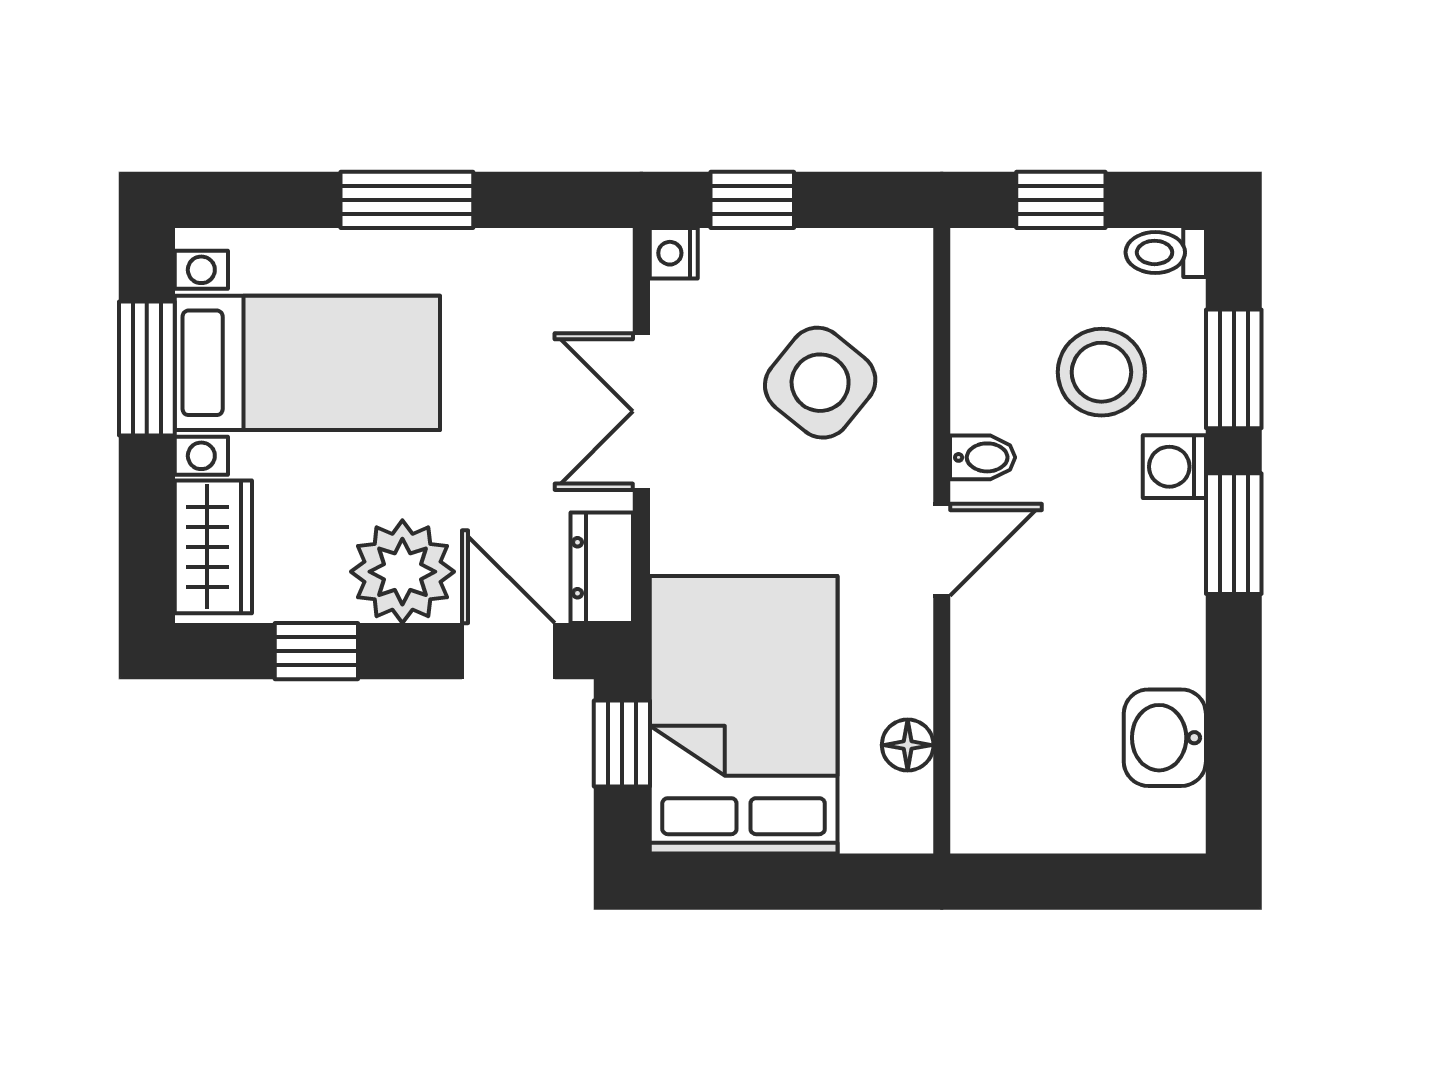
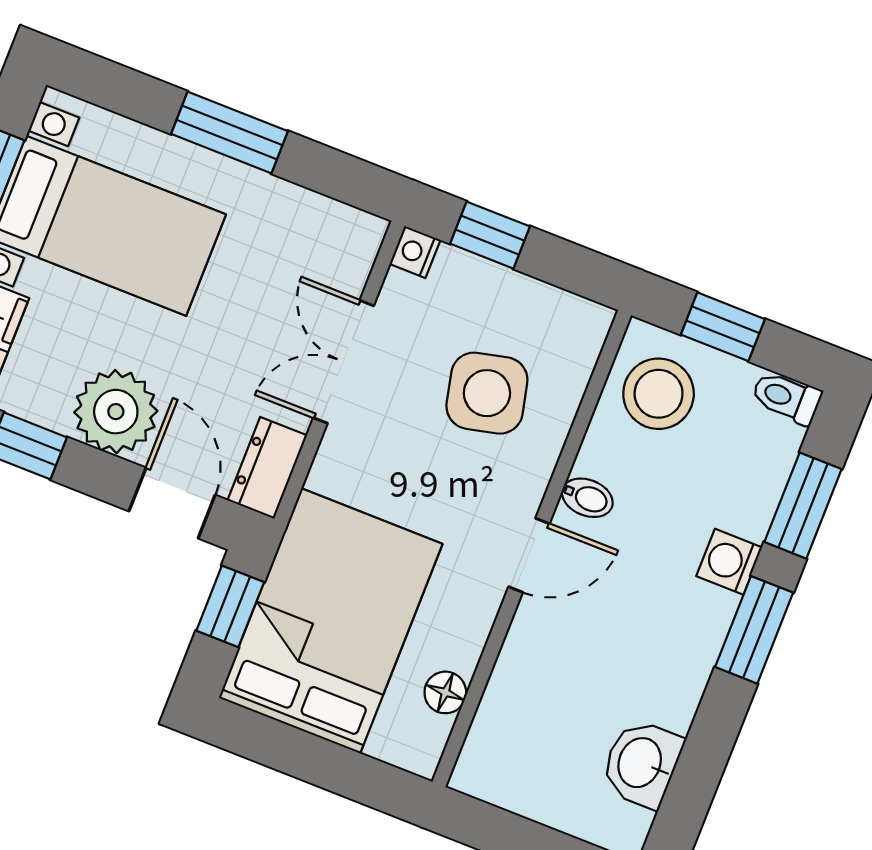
stool: (1101, 372) -> (659, 394), moved
side table: (820, 383) -> (487, 393), turned 38

